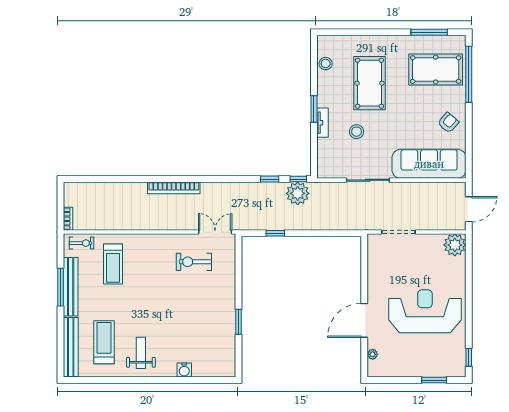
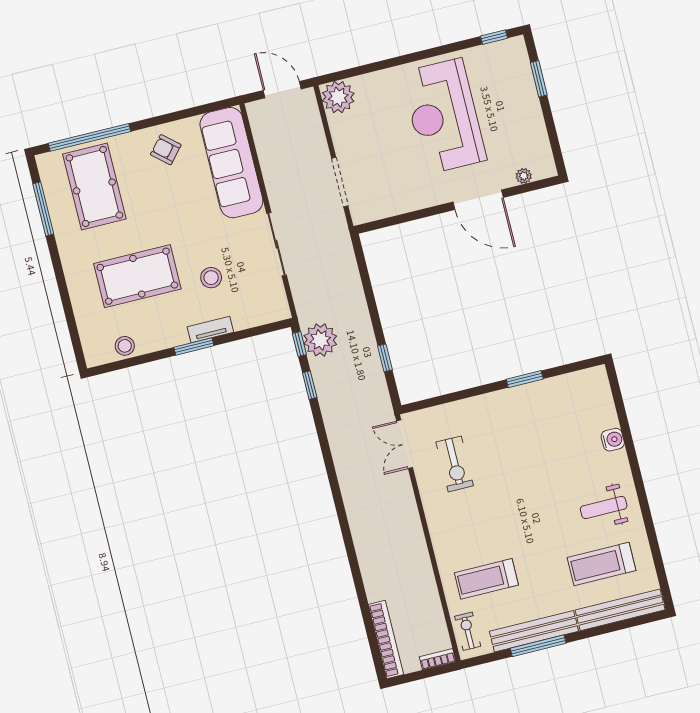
bookcase: (174, 188) -> (386, 639), moved
treadmill: (113, 264) -> (486, 579), turned 180

